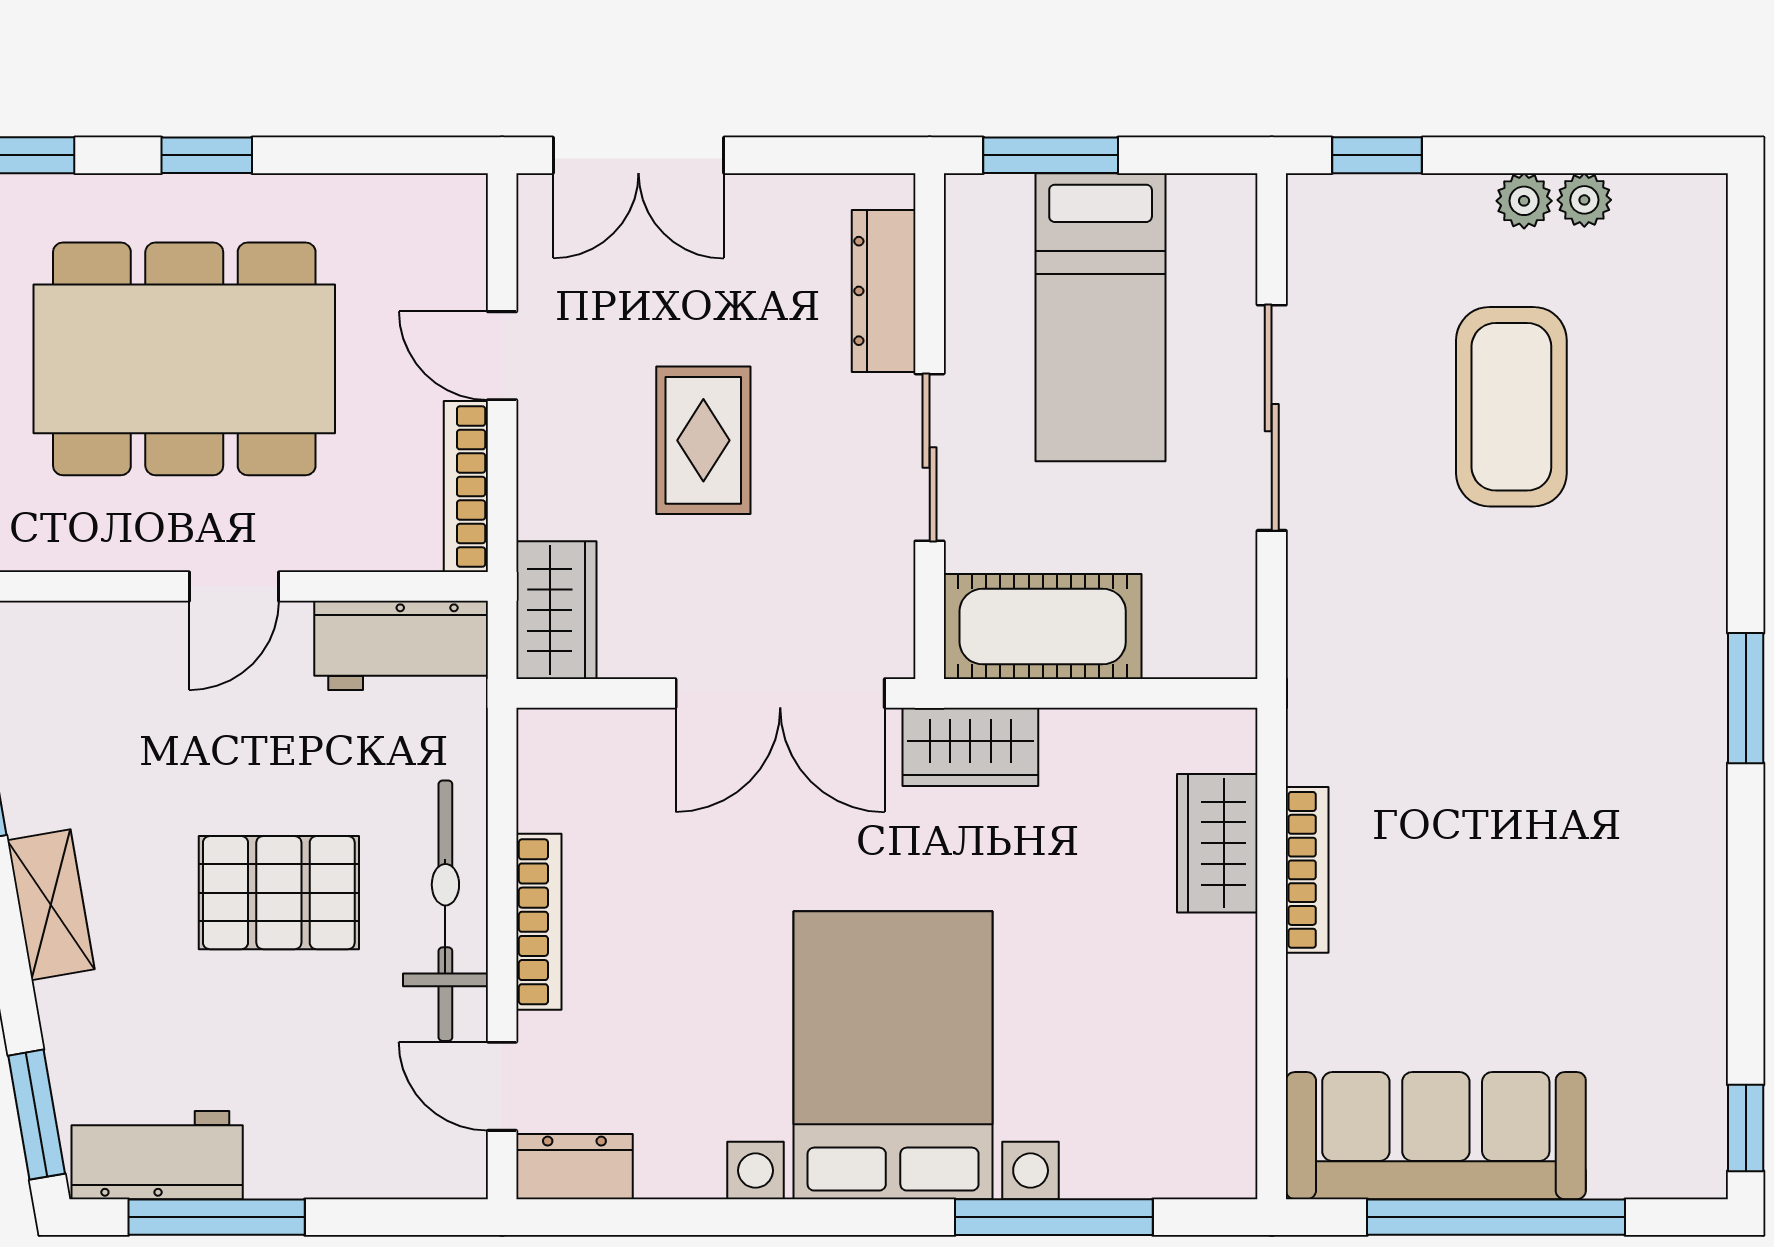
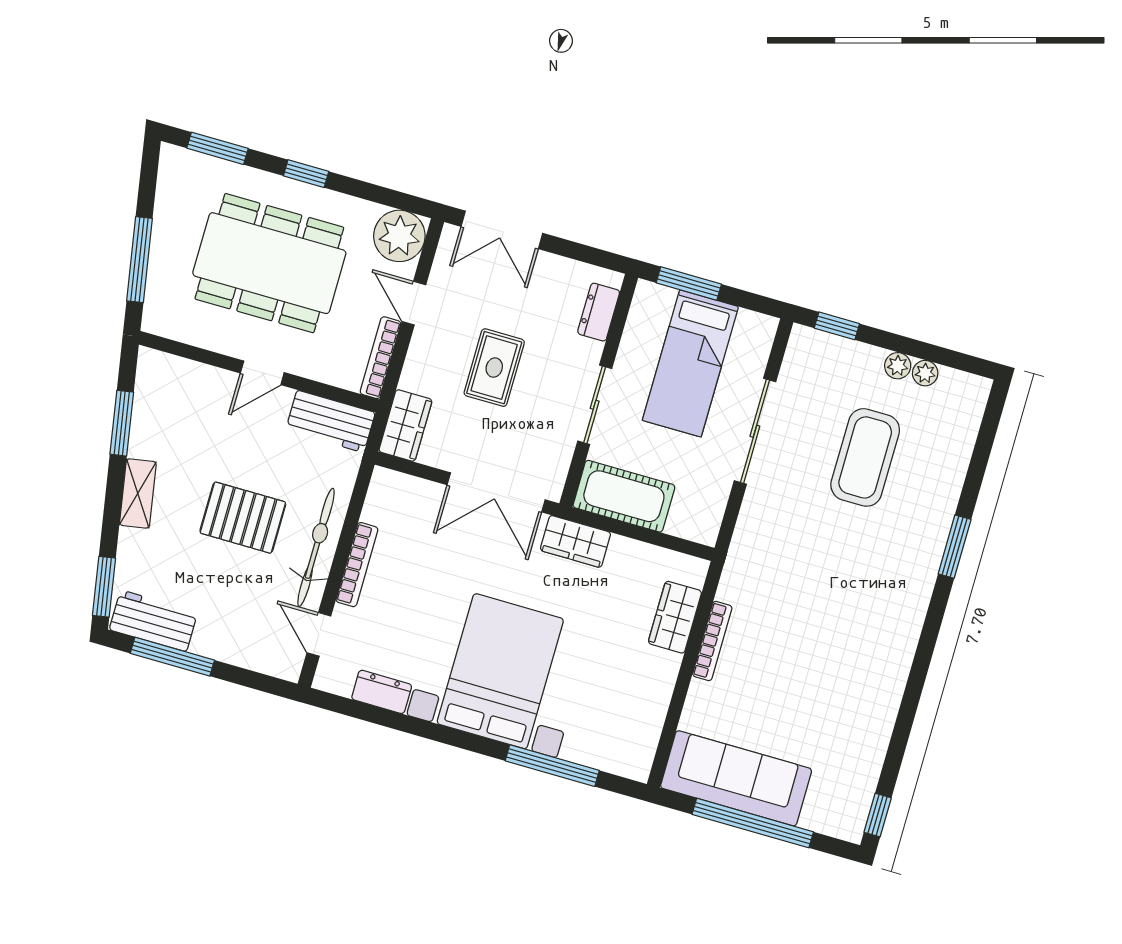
plant: (433, 228) -> (399, 236), added
dresser: (884, 291) -> (599, 312), width x0.70
window: (1746, 698) -> (955, 547), moved
dresser: (574, 1167) -> (382, 692), moved

